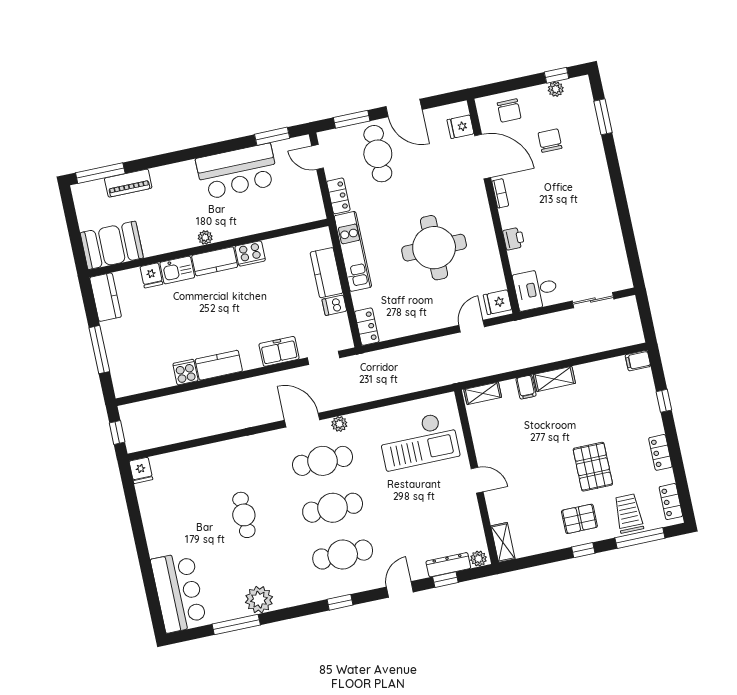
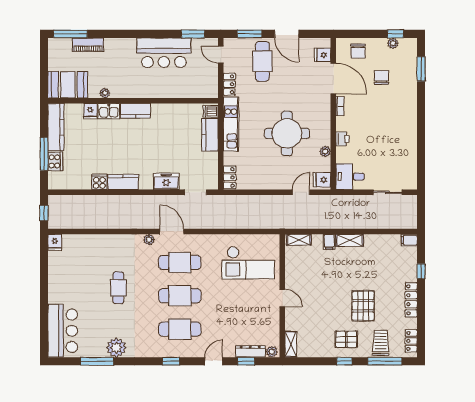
plant: (205, 237) -> (105, 93), moved
cooker: (250, 254) -> (55, 161), moved, turned -90
plant: (493, 261) -> (325, 151), added
kitchen counter: (106, 297) -> (56, 127), width x1.50
dishwasher: (334, 305) -> (211, 111), moved
plant: (339, 424) -> (149, 240), moved
locker: (660, 452) -> (411, 300), width x1.53

